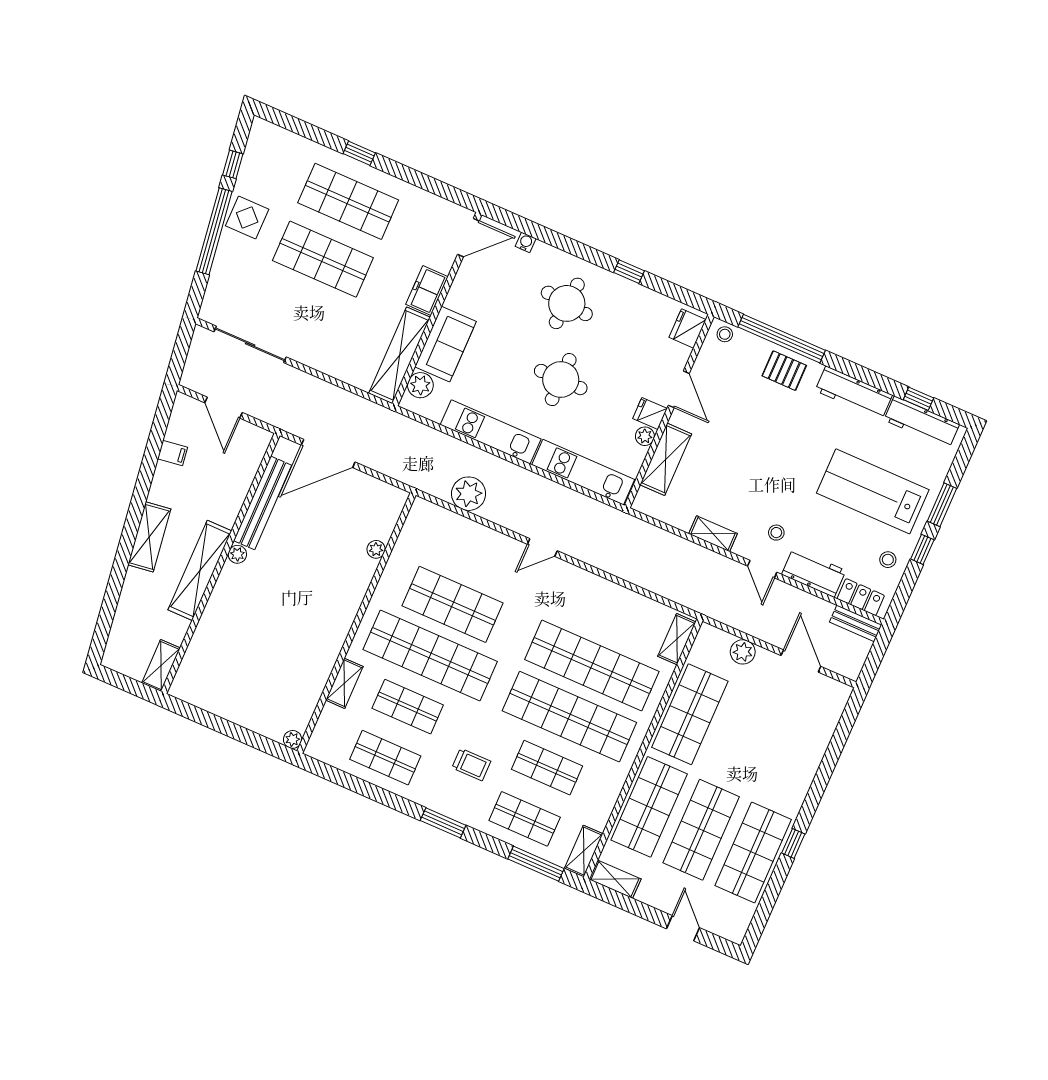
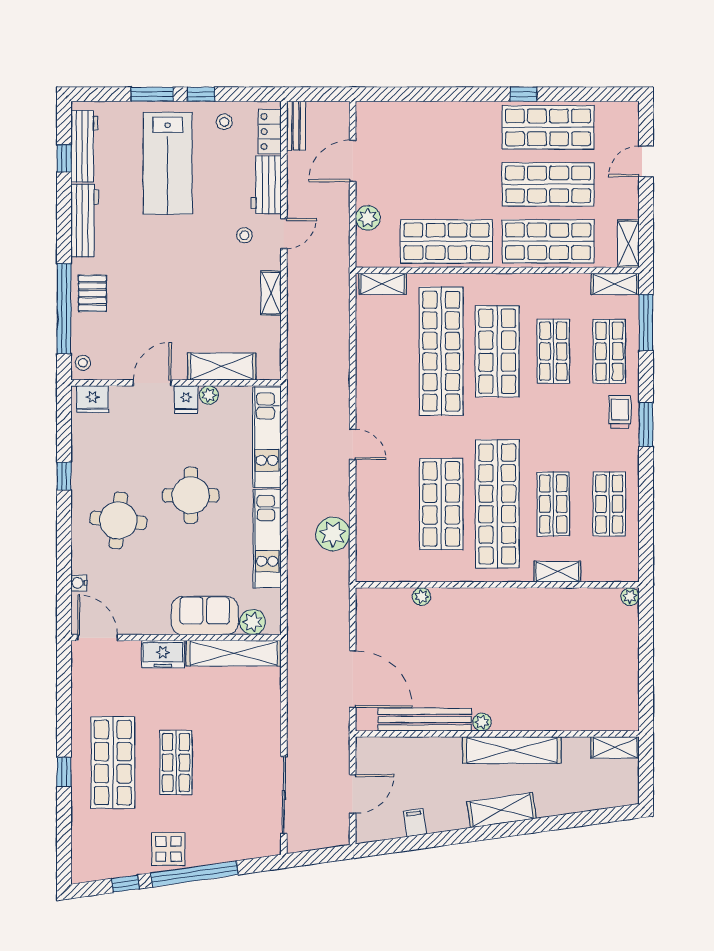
shop shelf: (323, 259) -> (176, 763), width x0.70, depth x0.74
shop shelf: (569, 717) -> (497, 351), width x0.71
trolley: (471, 765) -> (620, 412), moved

